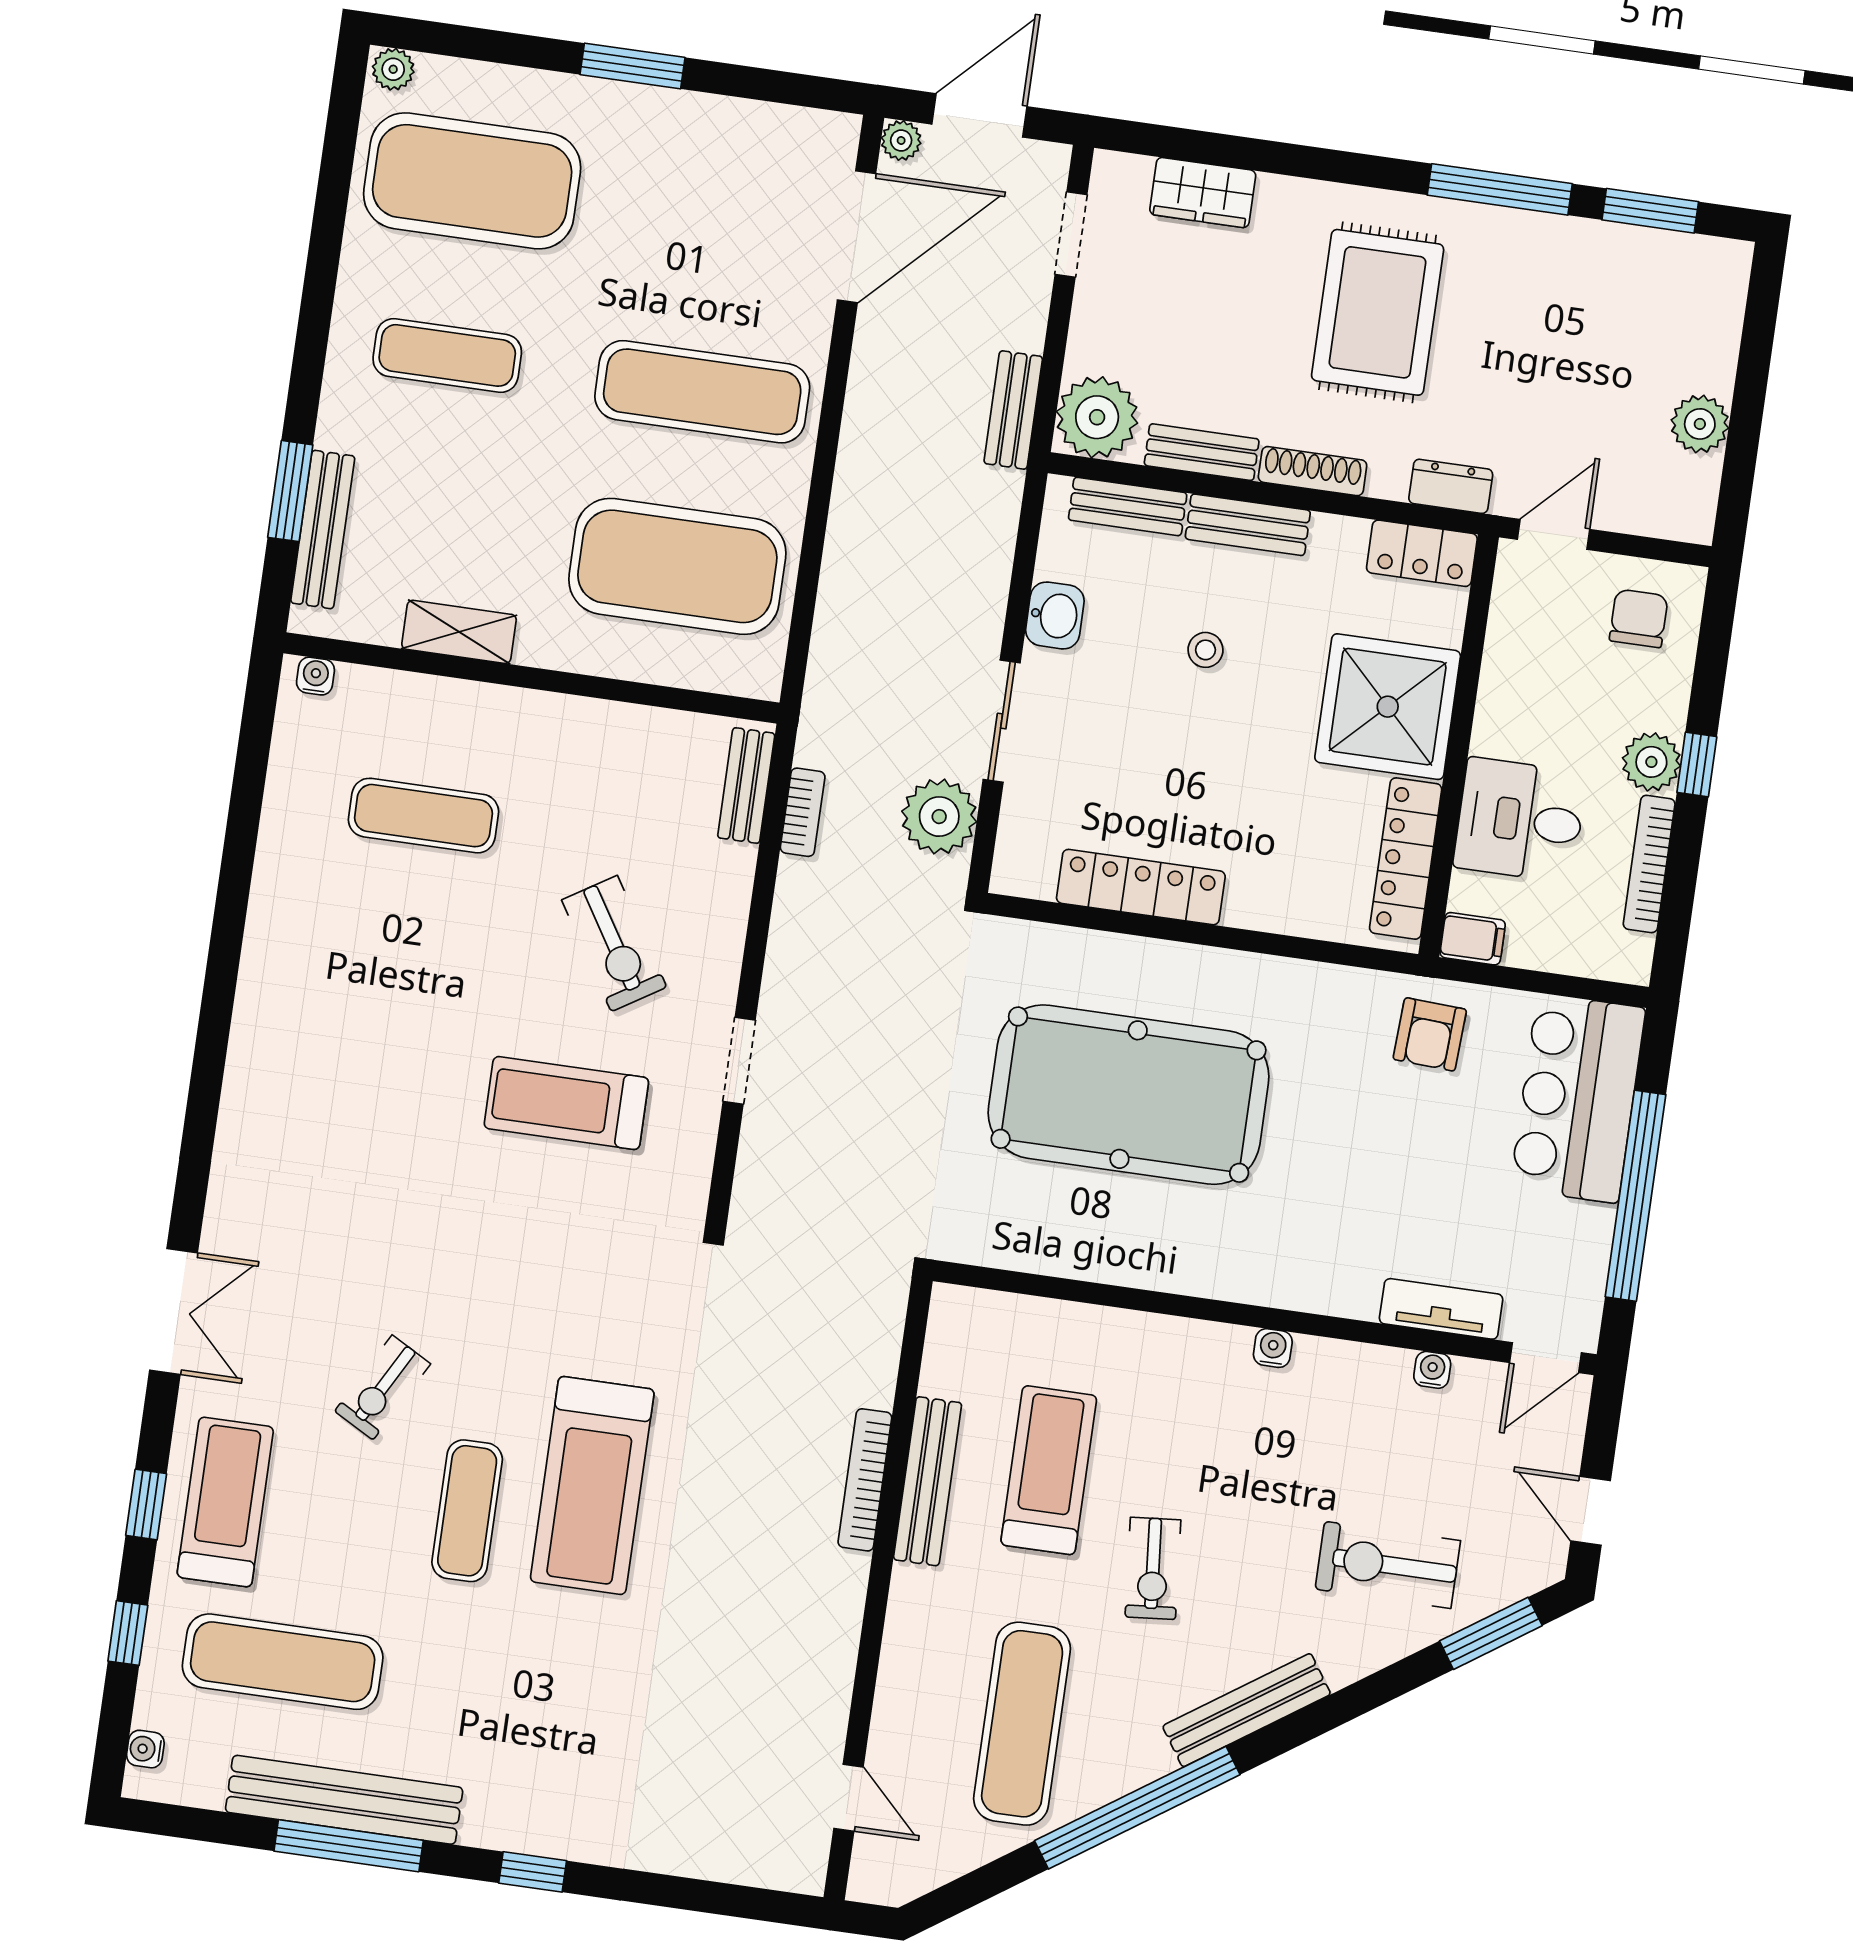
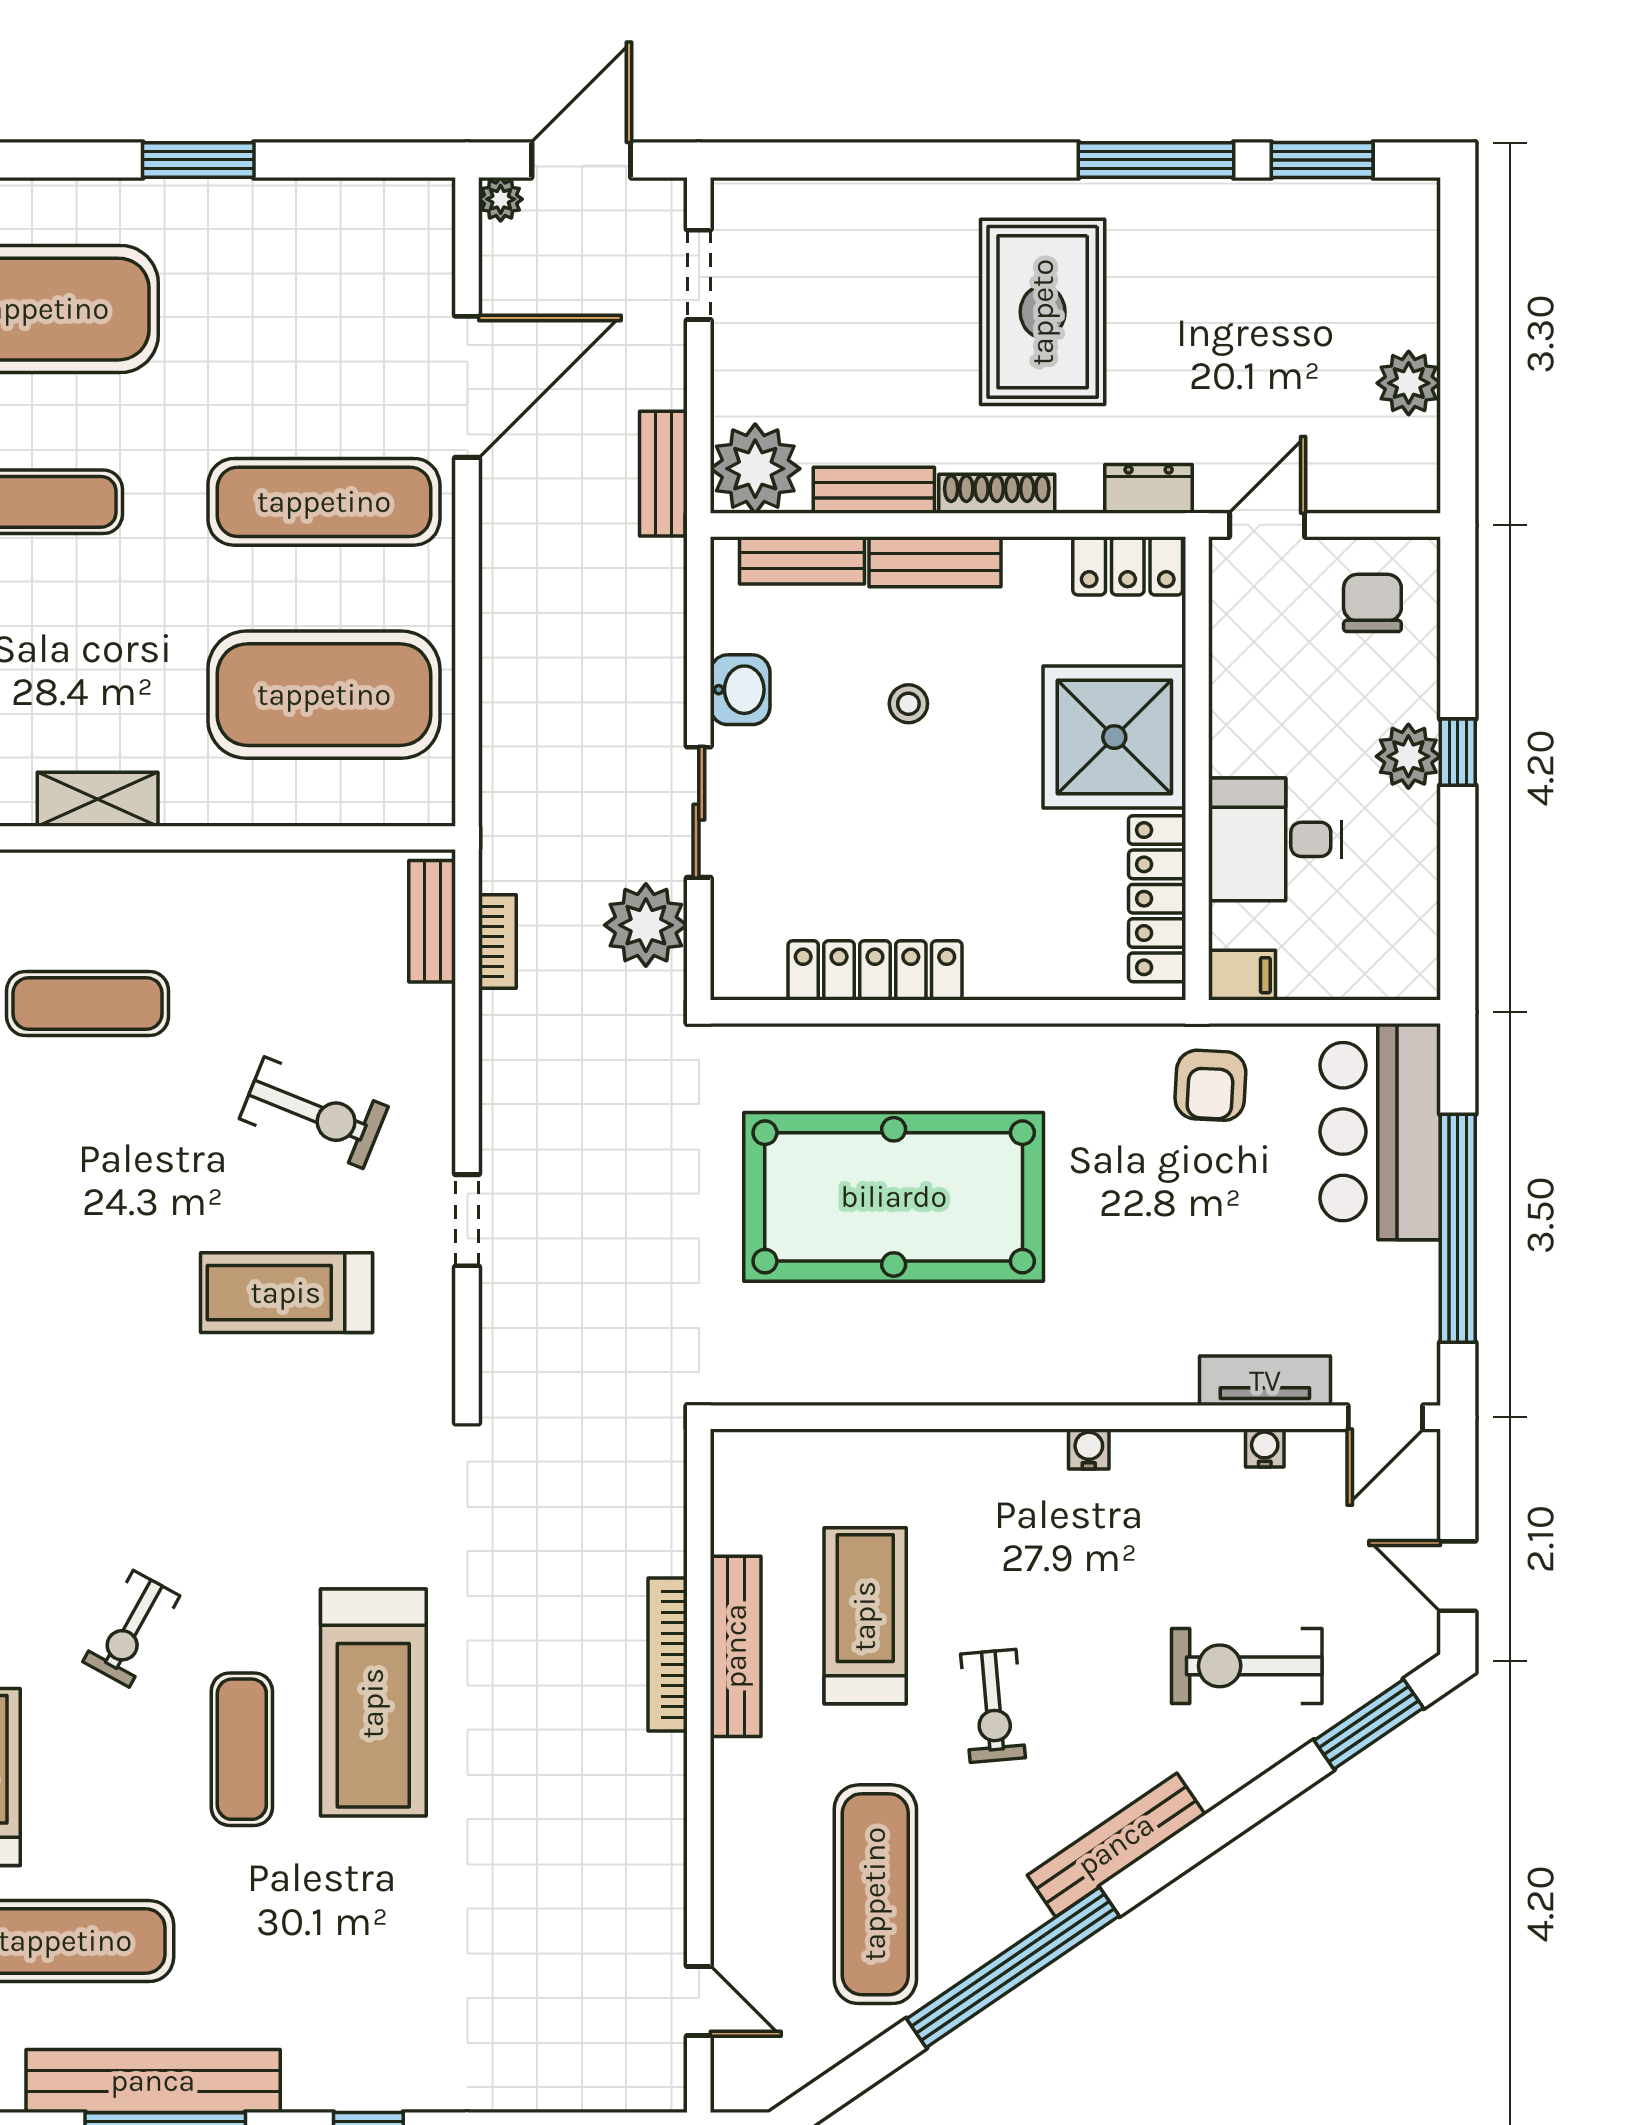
wardrobe: (1203, 193) -> (835, 209), removed
door: (857, 237) -> (467, 387), moved
bookcase: (1649, 864) -> (1422, 867), removed
exercise bike: (614, 944) -> (314, 1113), turned -36

